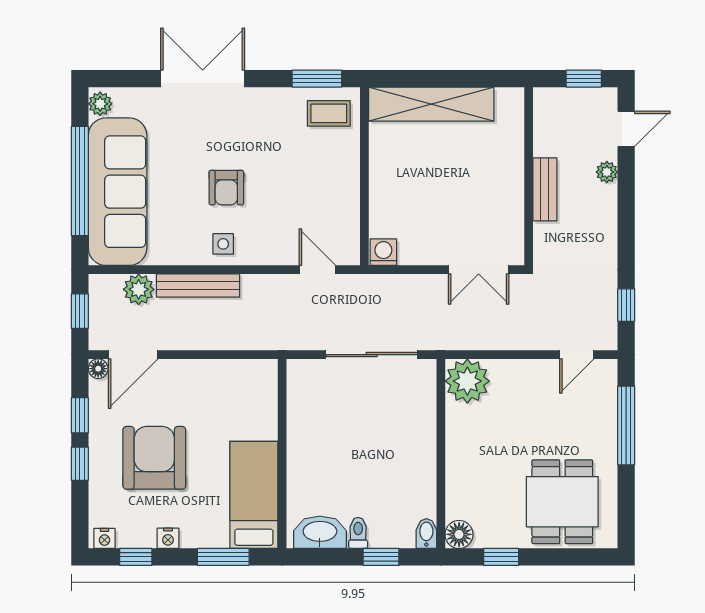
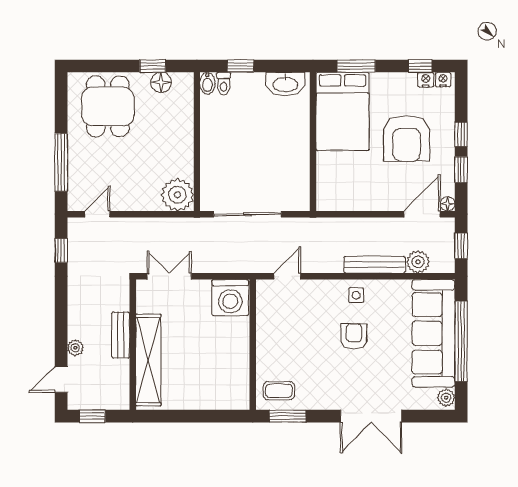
shelving: (431, 104) -> (148, 360), moved, turned 90
washing machine: (383, 252) -> (230, 298), width x1.89, depth x1.89
door: (317, 270) -> (287, 276), swing flipped
bed: (254, 495) -> (343, 111), width x1.50
toilet: (358, 533) -> (224, 84), moved
floor lamp: (459, 534) -> (161, 82), moved
nightstand: (168, 538) -> (426, 80), moved

